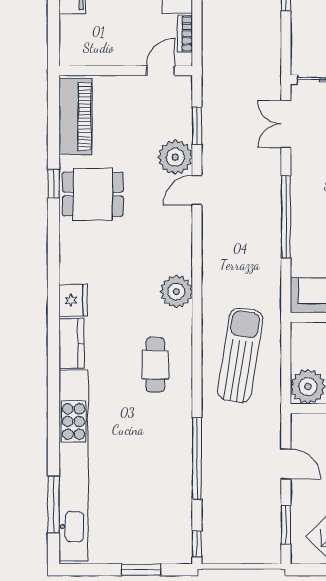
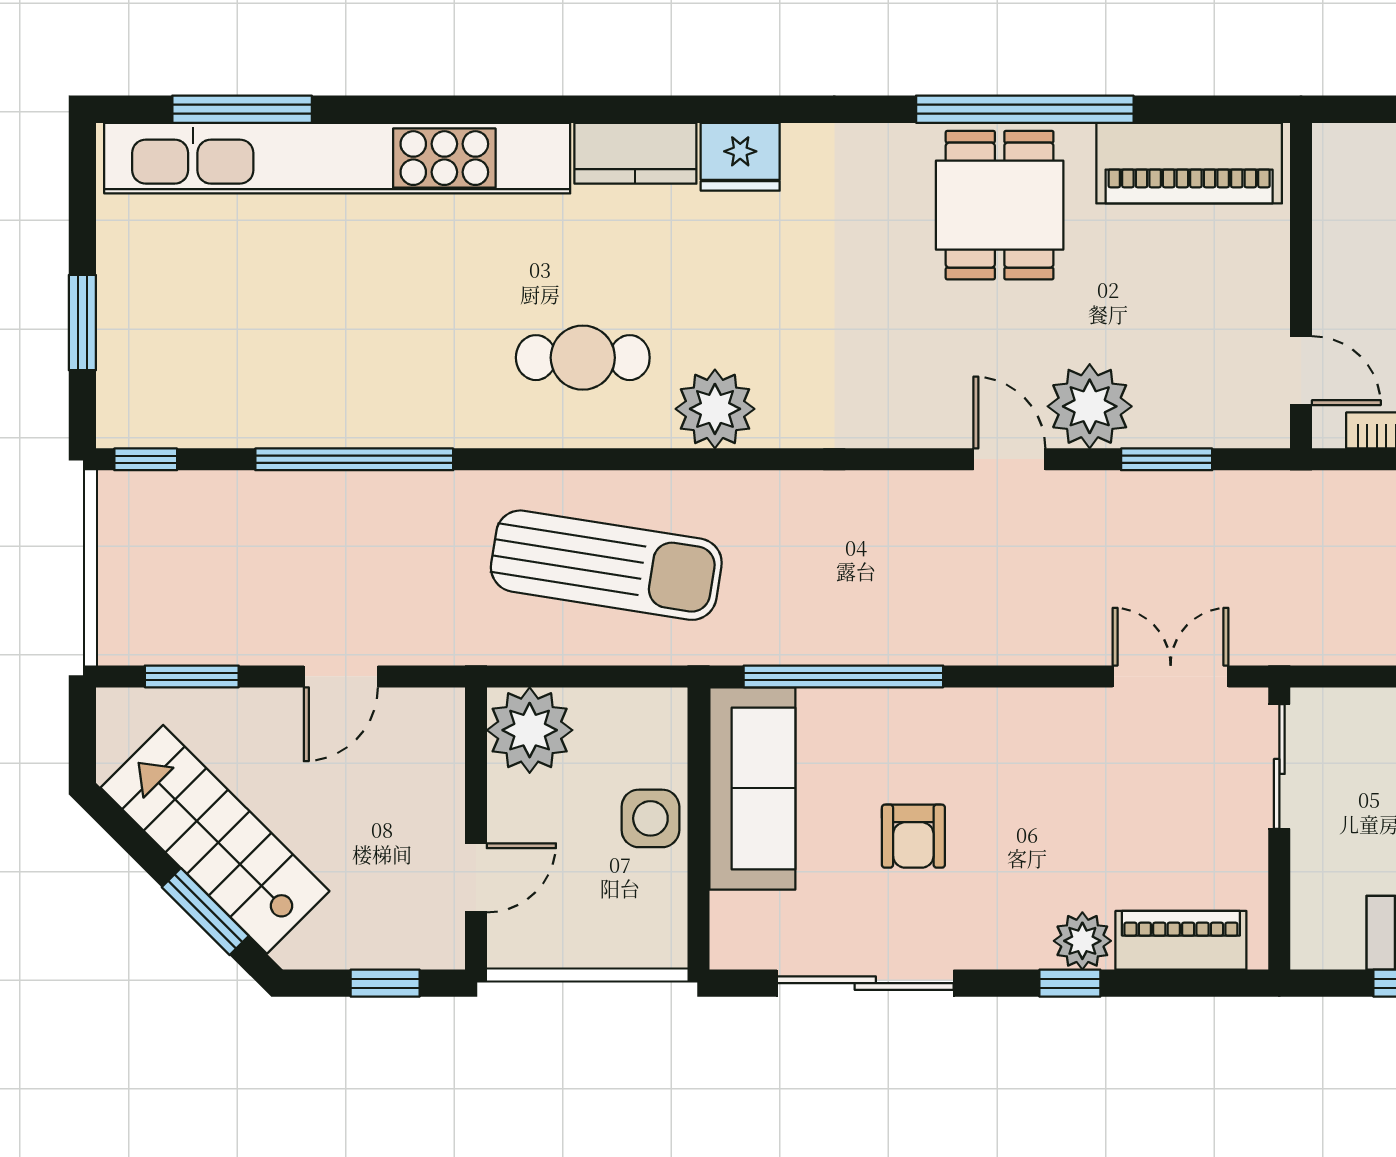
window: (54, 184) -> (1025, 109), width x3.17
window: (286, 217) -> (843, 676), moved
plant: (176, 292) -> (715, 409), moved

